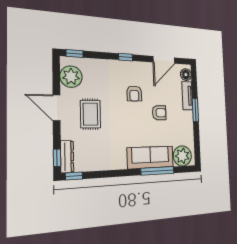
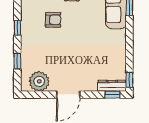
window: (75, 54) -> (17, 61), moved
rug: (90, 114) -> (74, 64), removed

